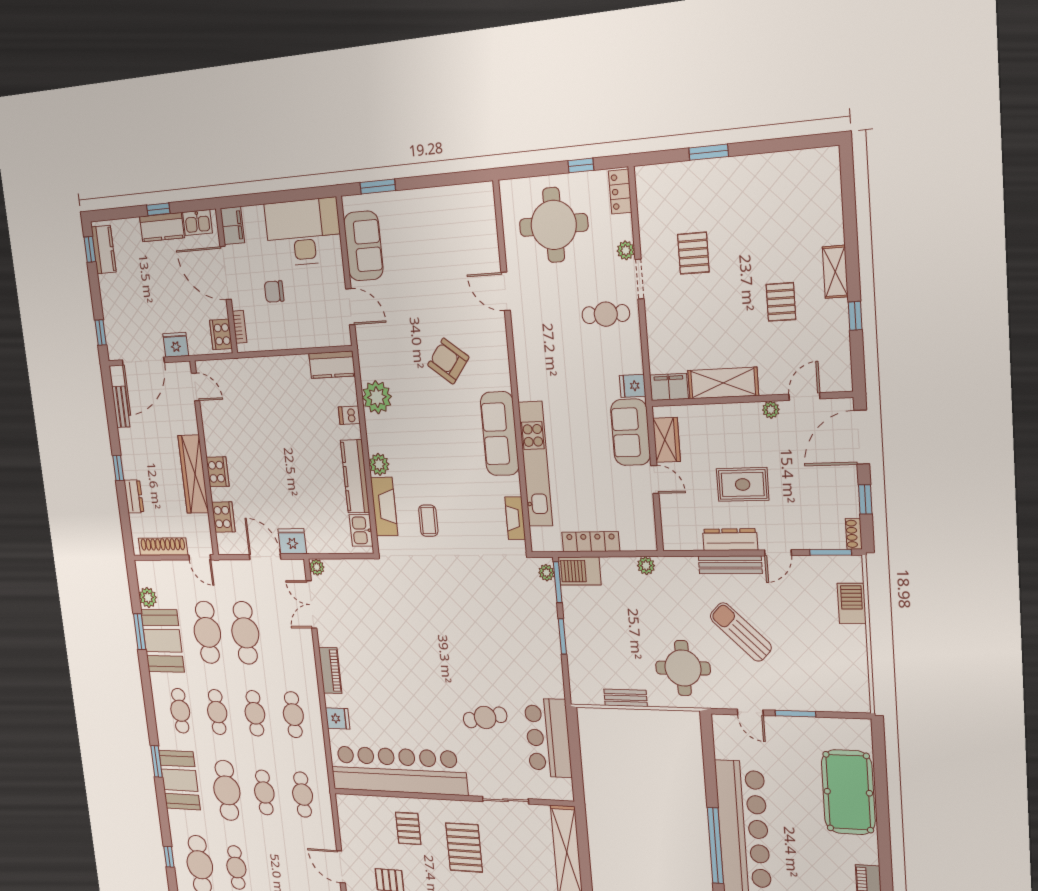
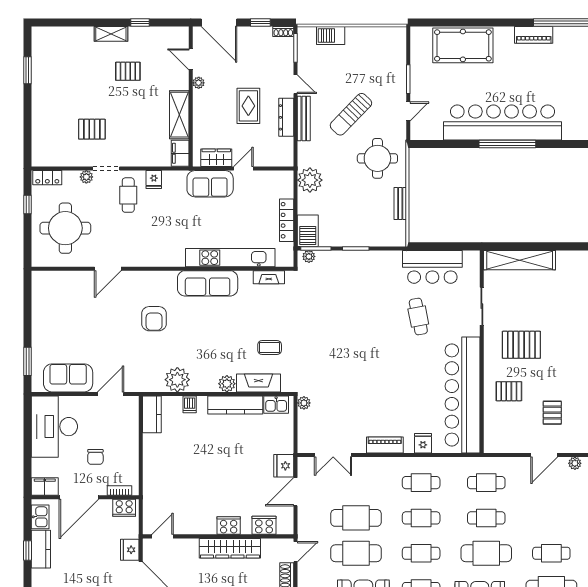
window: (709, 152) -> (27, 70), moved
armchair: (448, 361) -> (154, 319), turned -38
fridge: (633, 386) -> (154, 180), moved
plant: (646, 566) -> (310, 180), width x1.87, depth x1.87
plant: (317, 567) -> (304, 403), moved

